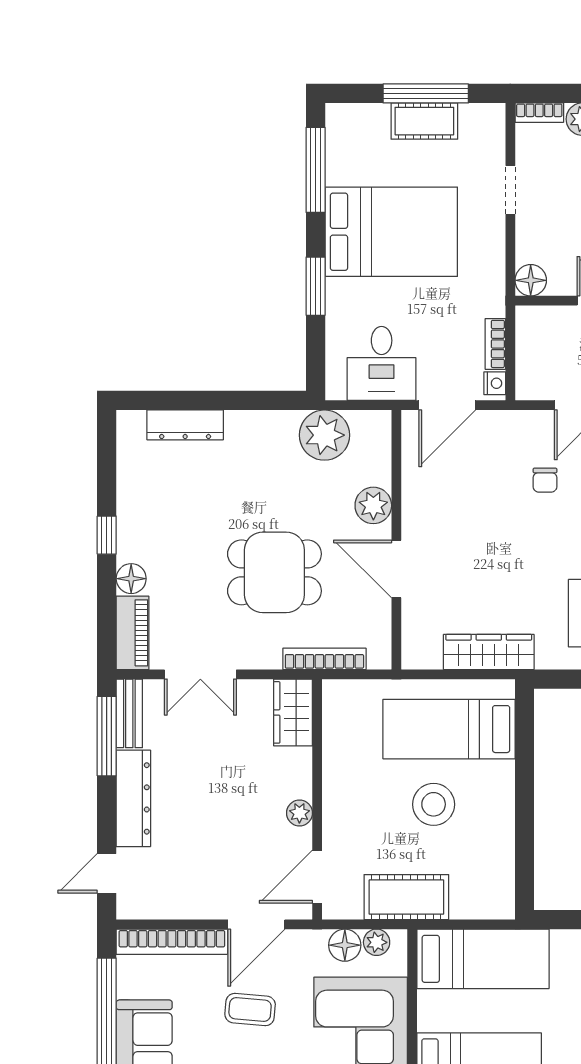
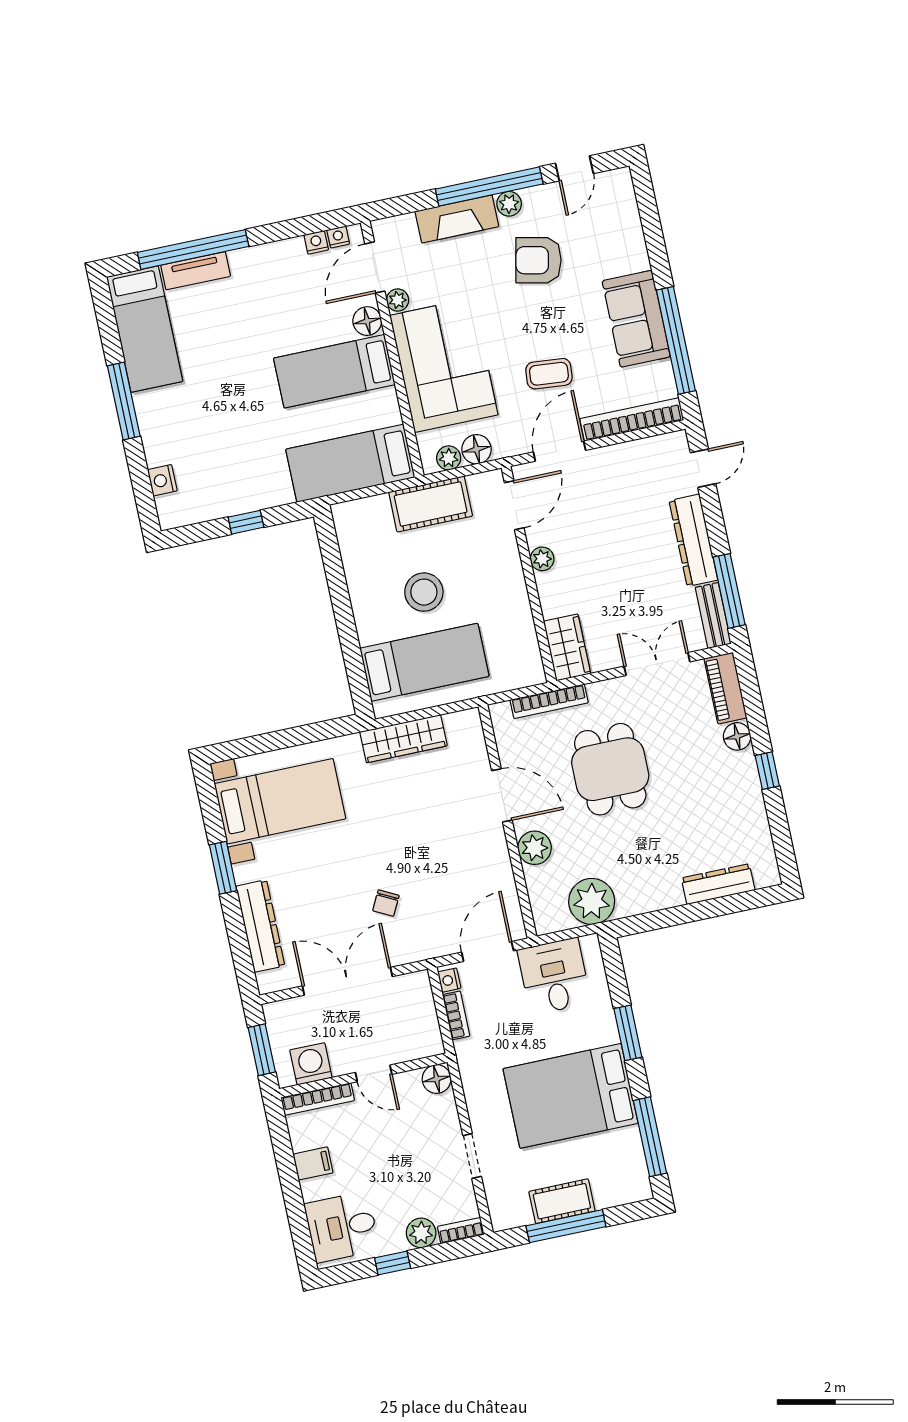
chair: (545, 480) -> (386, 903), turned -153
dining table: (274, 572) -> (610, 769), turned 90

